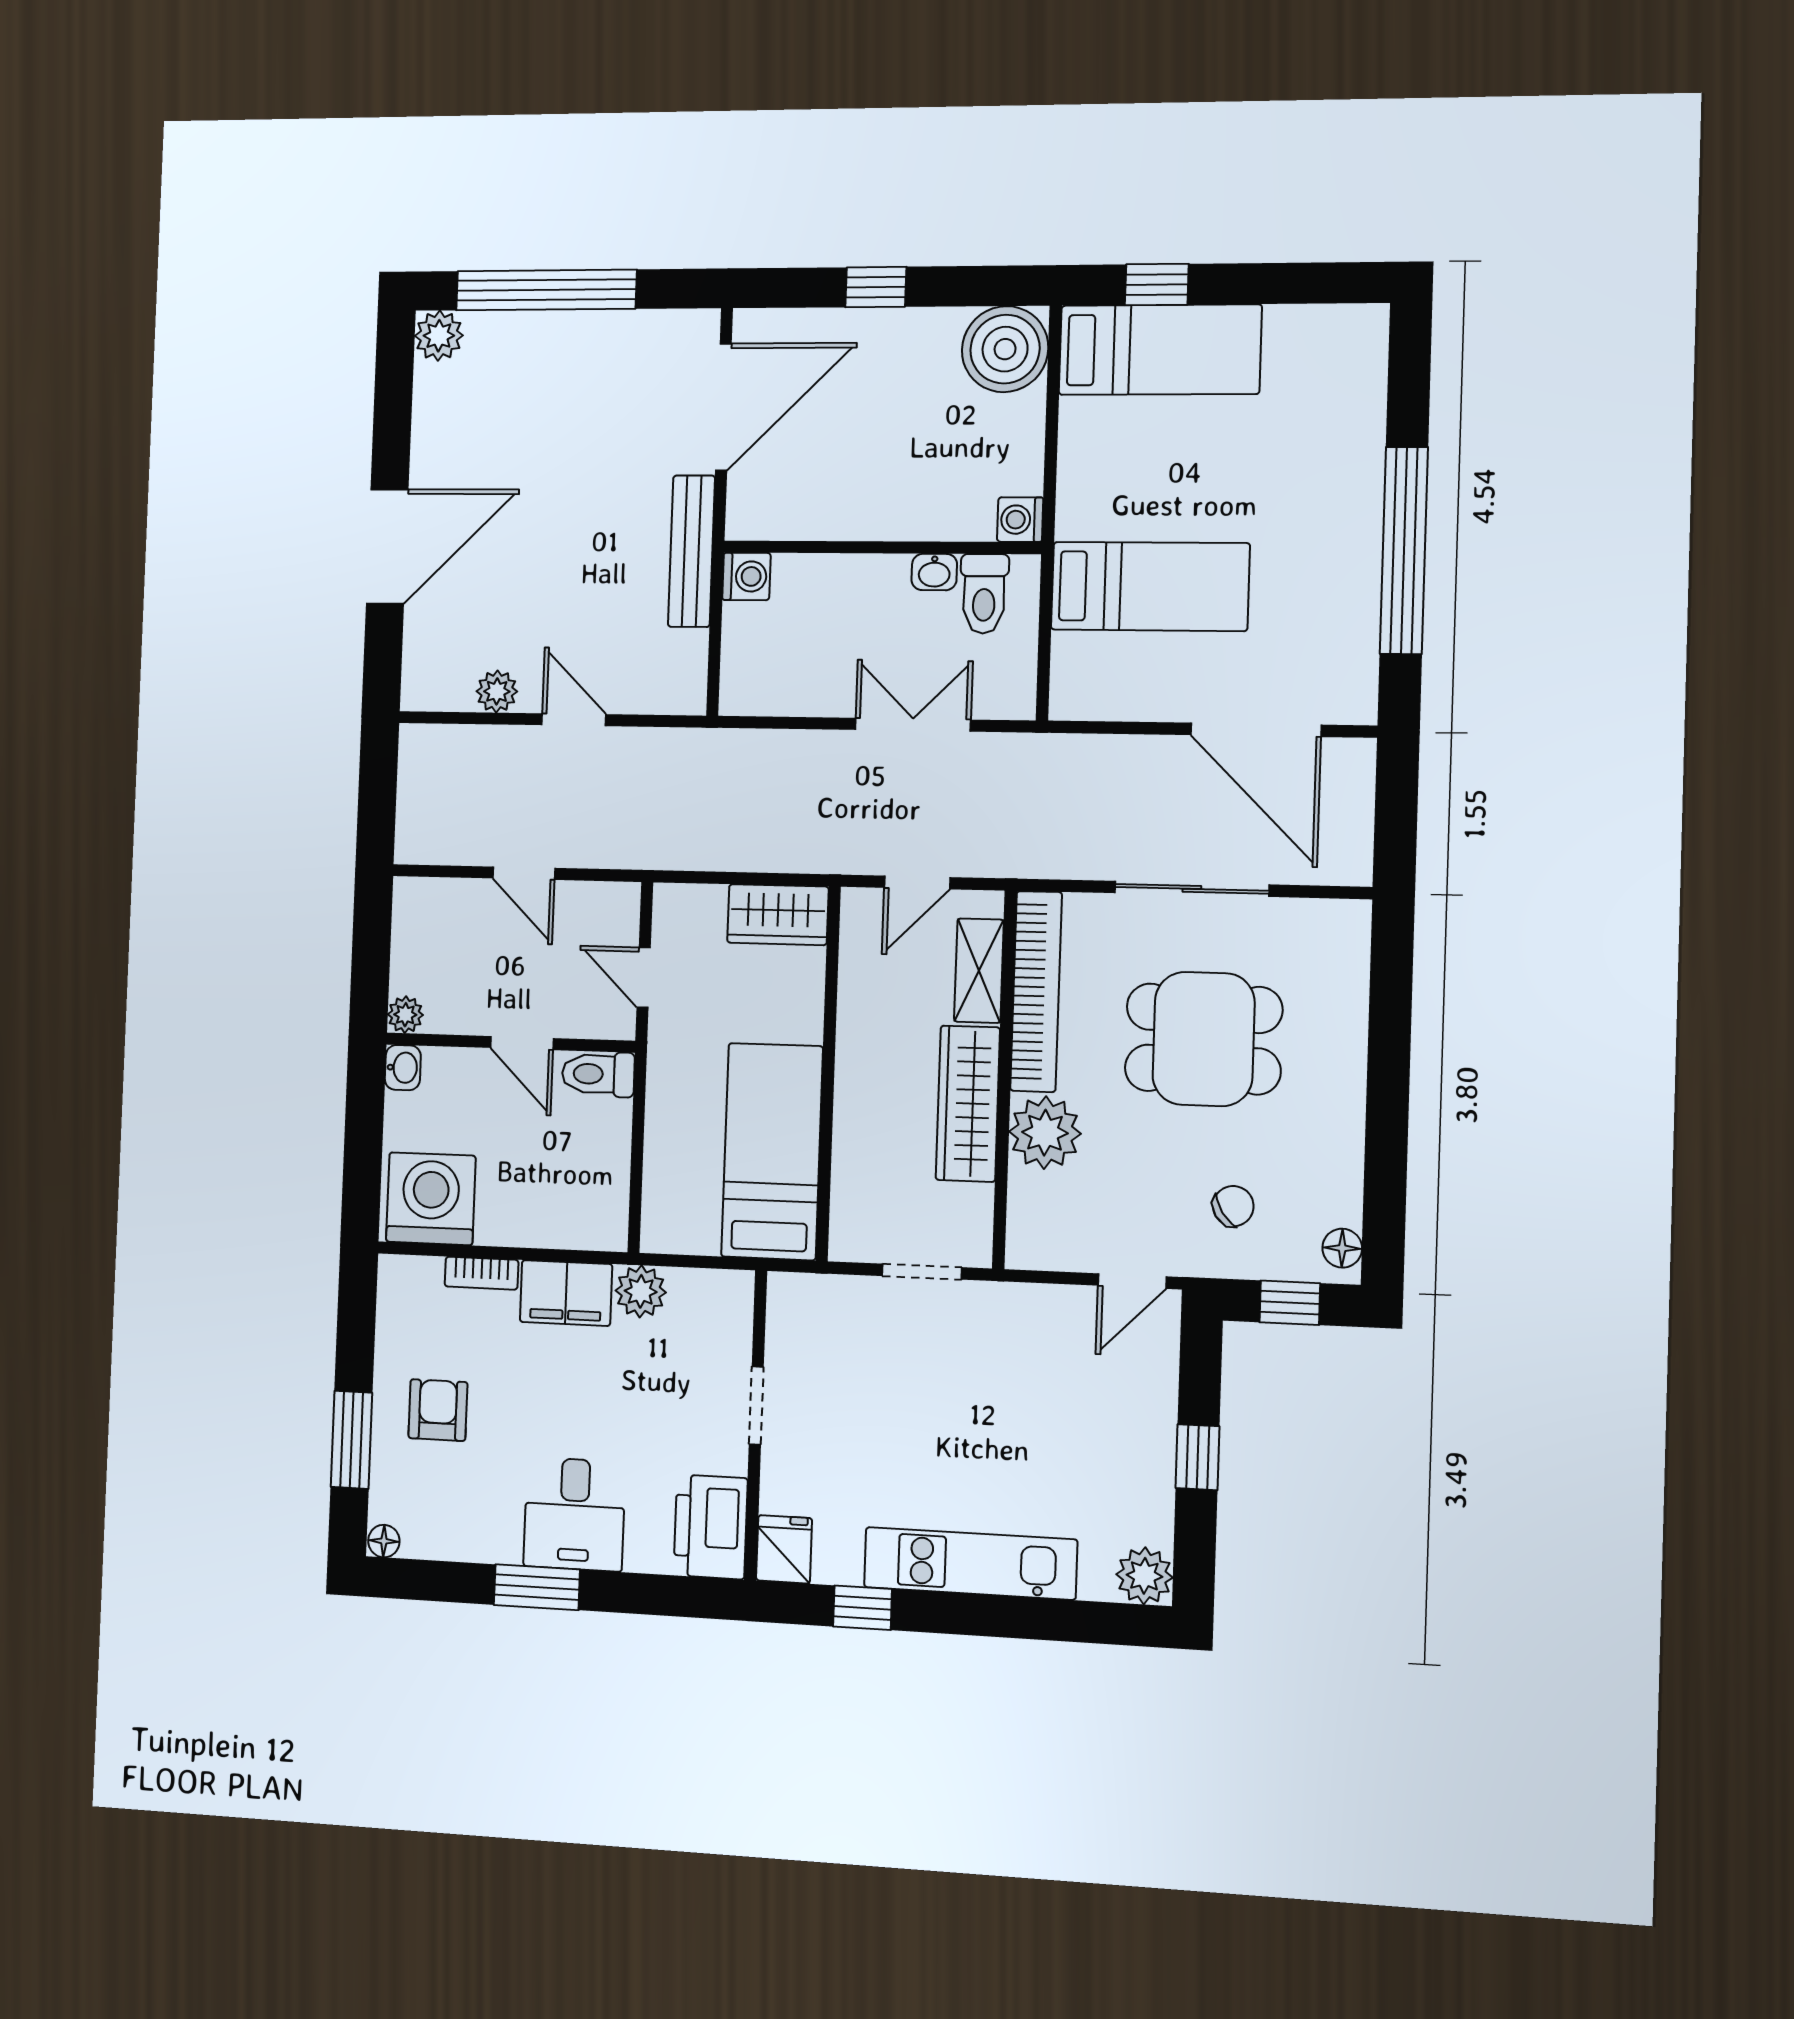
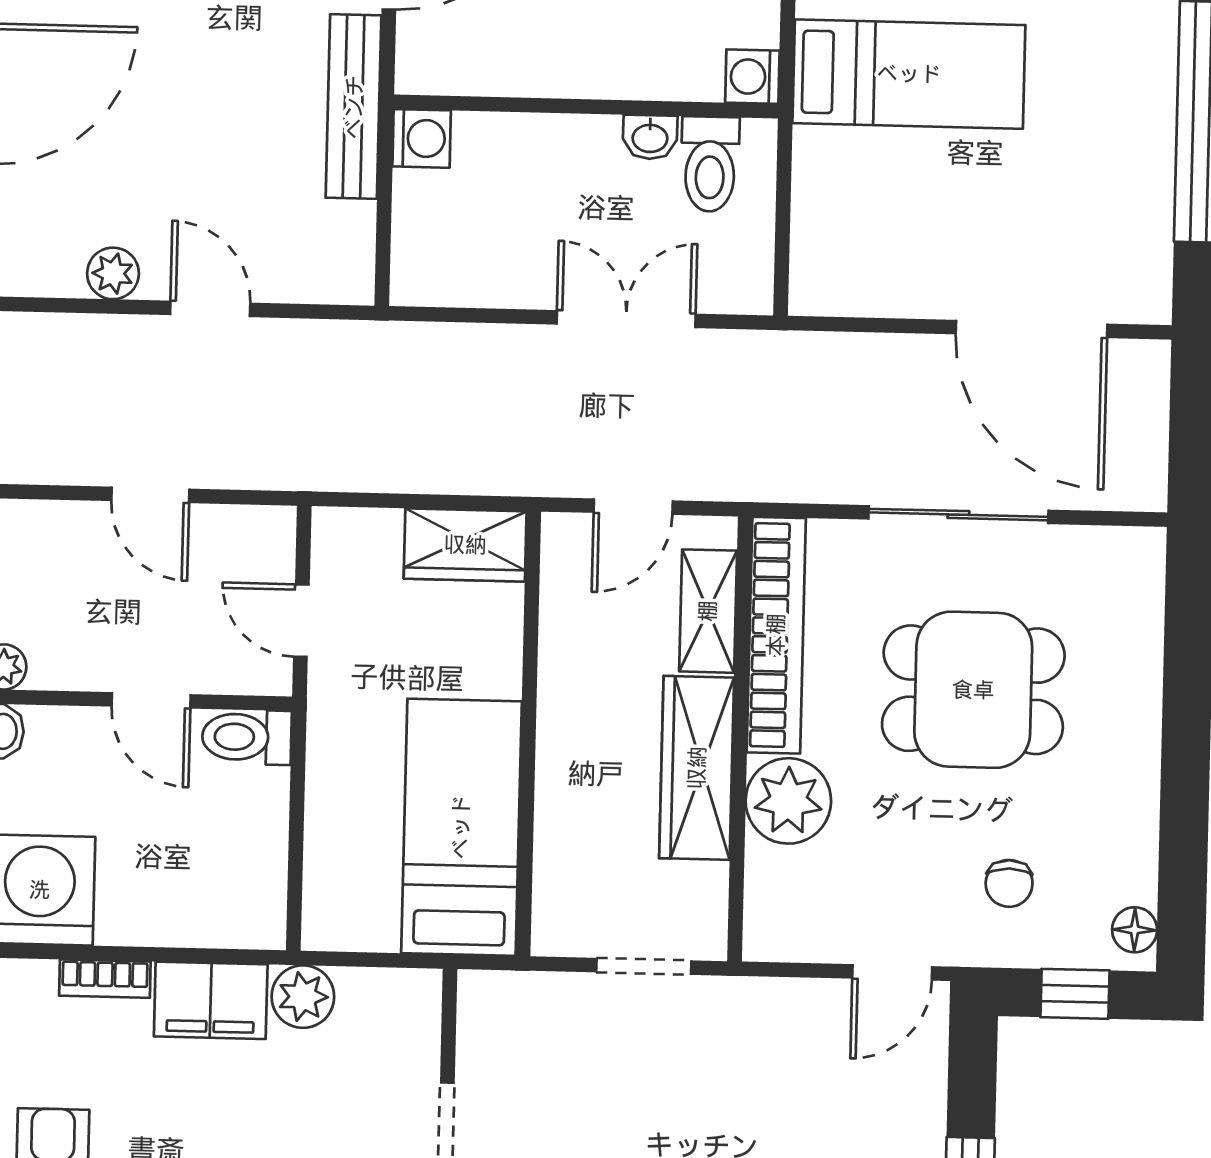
bed: (1150, 586) -> (909, 74), moved
chair: (1233, 1206) -> (1009, 883), turned 123

